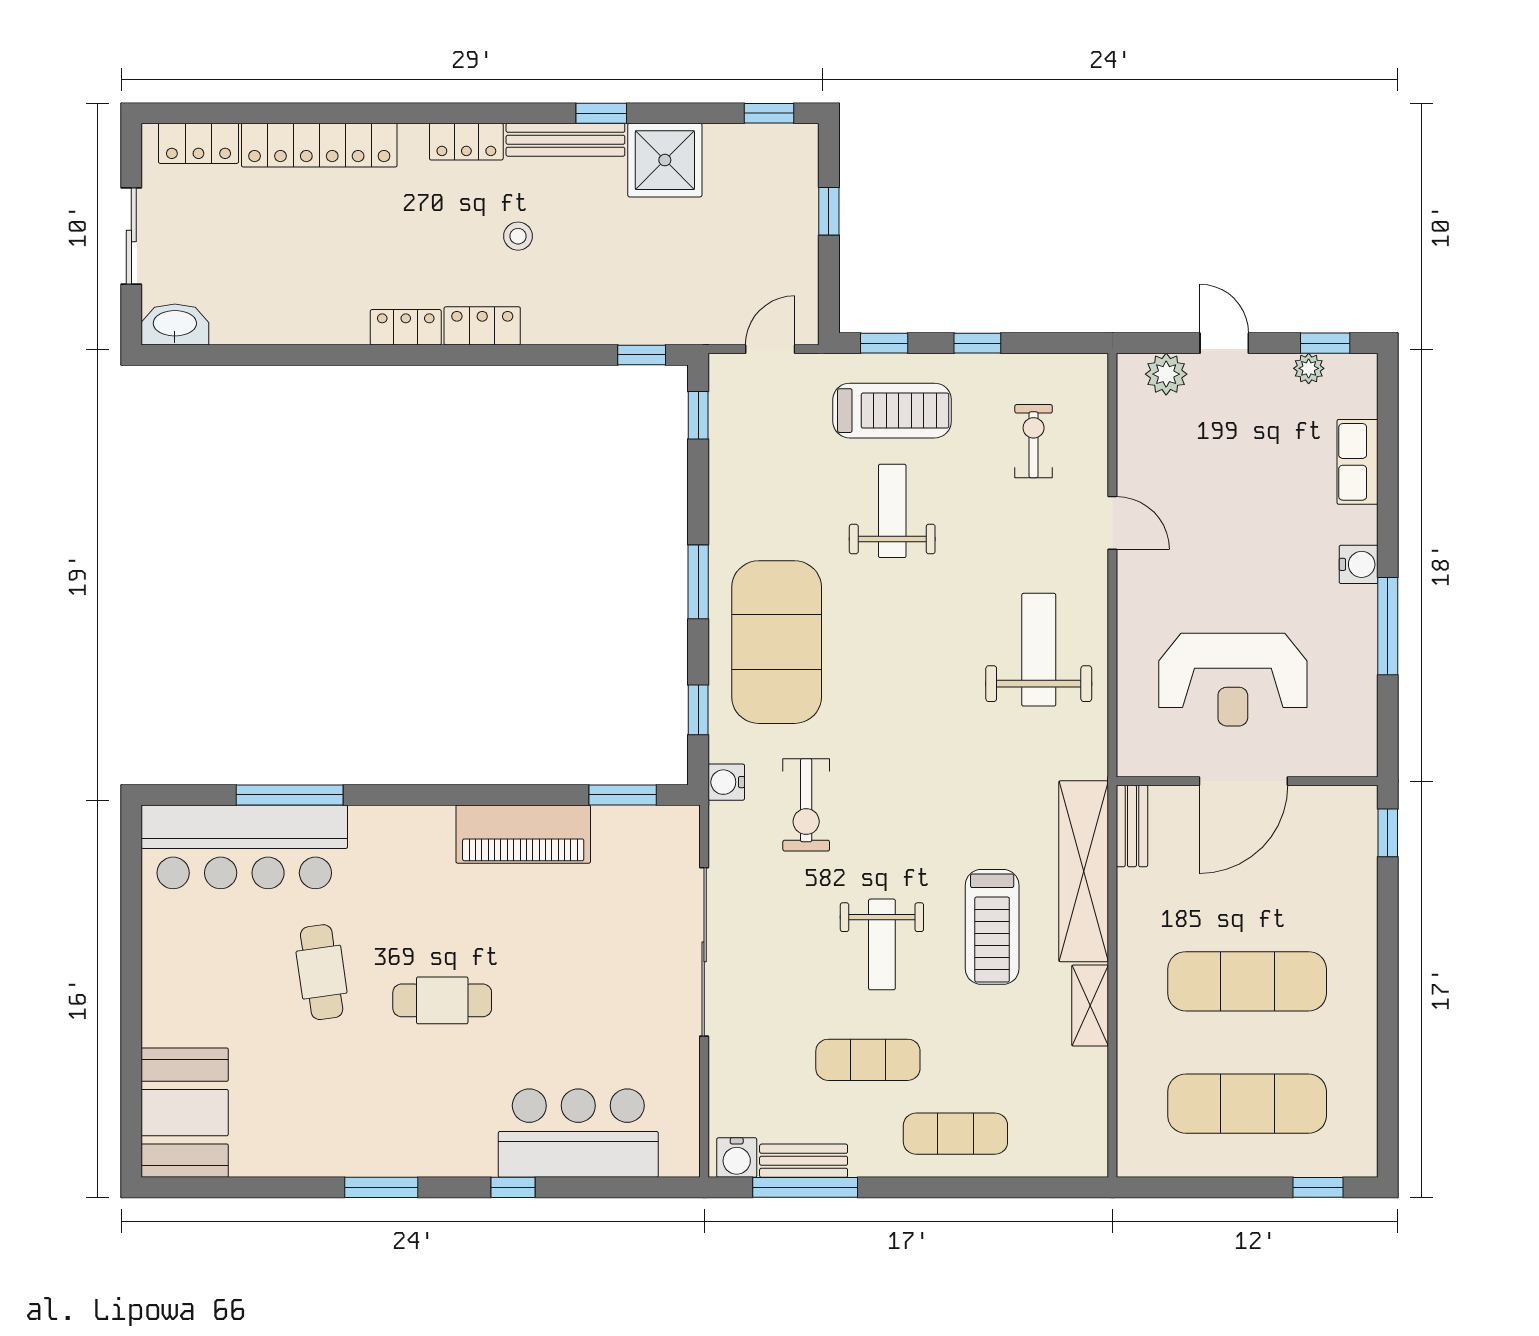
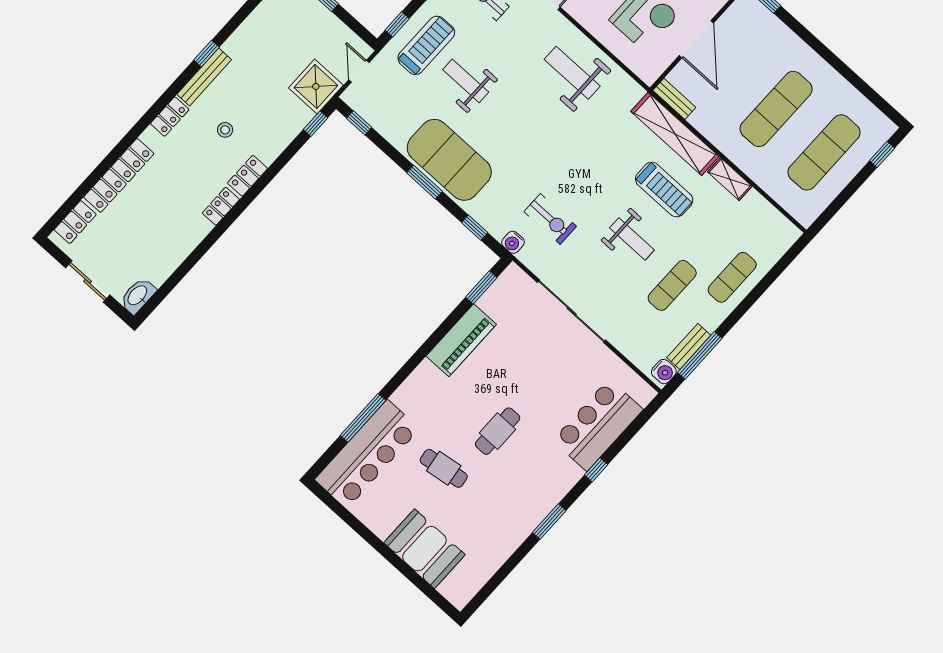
shower: (665, 160) -> (316, 86), moved
exercise mat: (777, 642) -> (449, 160), moved
booth: (185, 1113) -> (424, 549), moved

